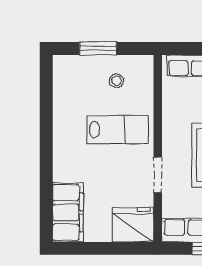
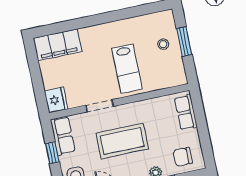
stool: (117, 81) -> (163, 44), moved
fridge: (133, 225) -> (56, 100), width x0.73, depth x0.75

